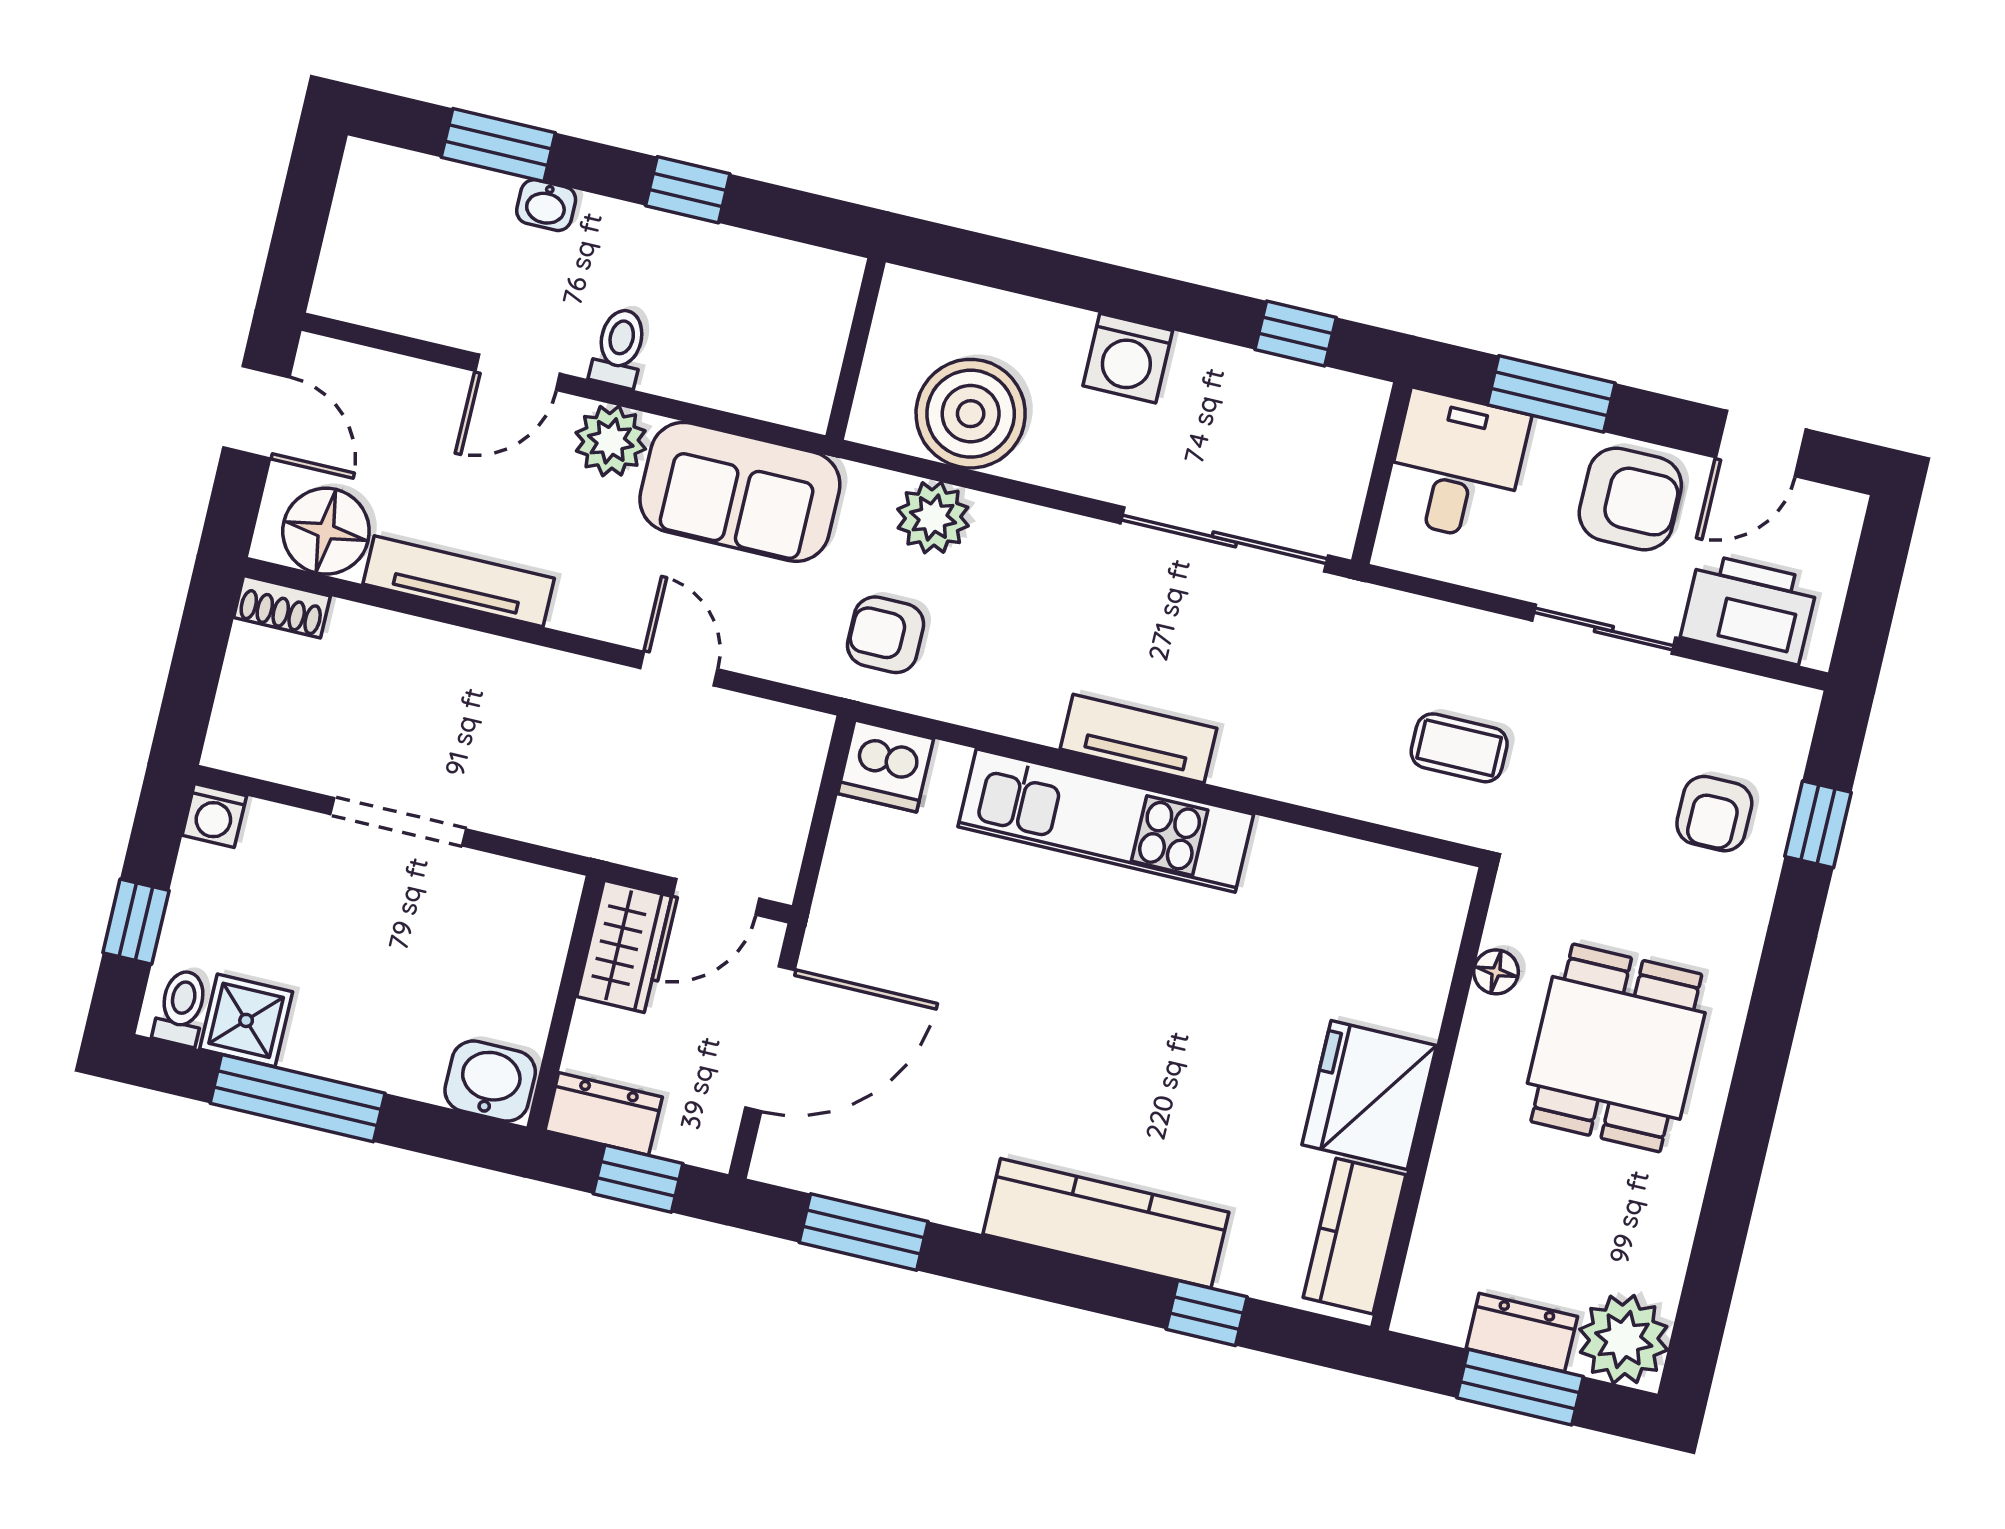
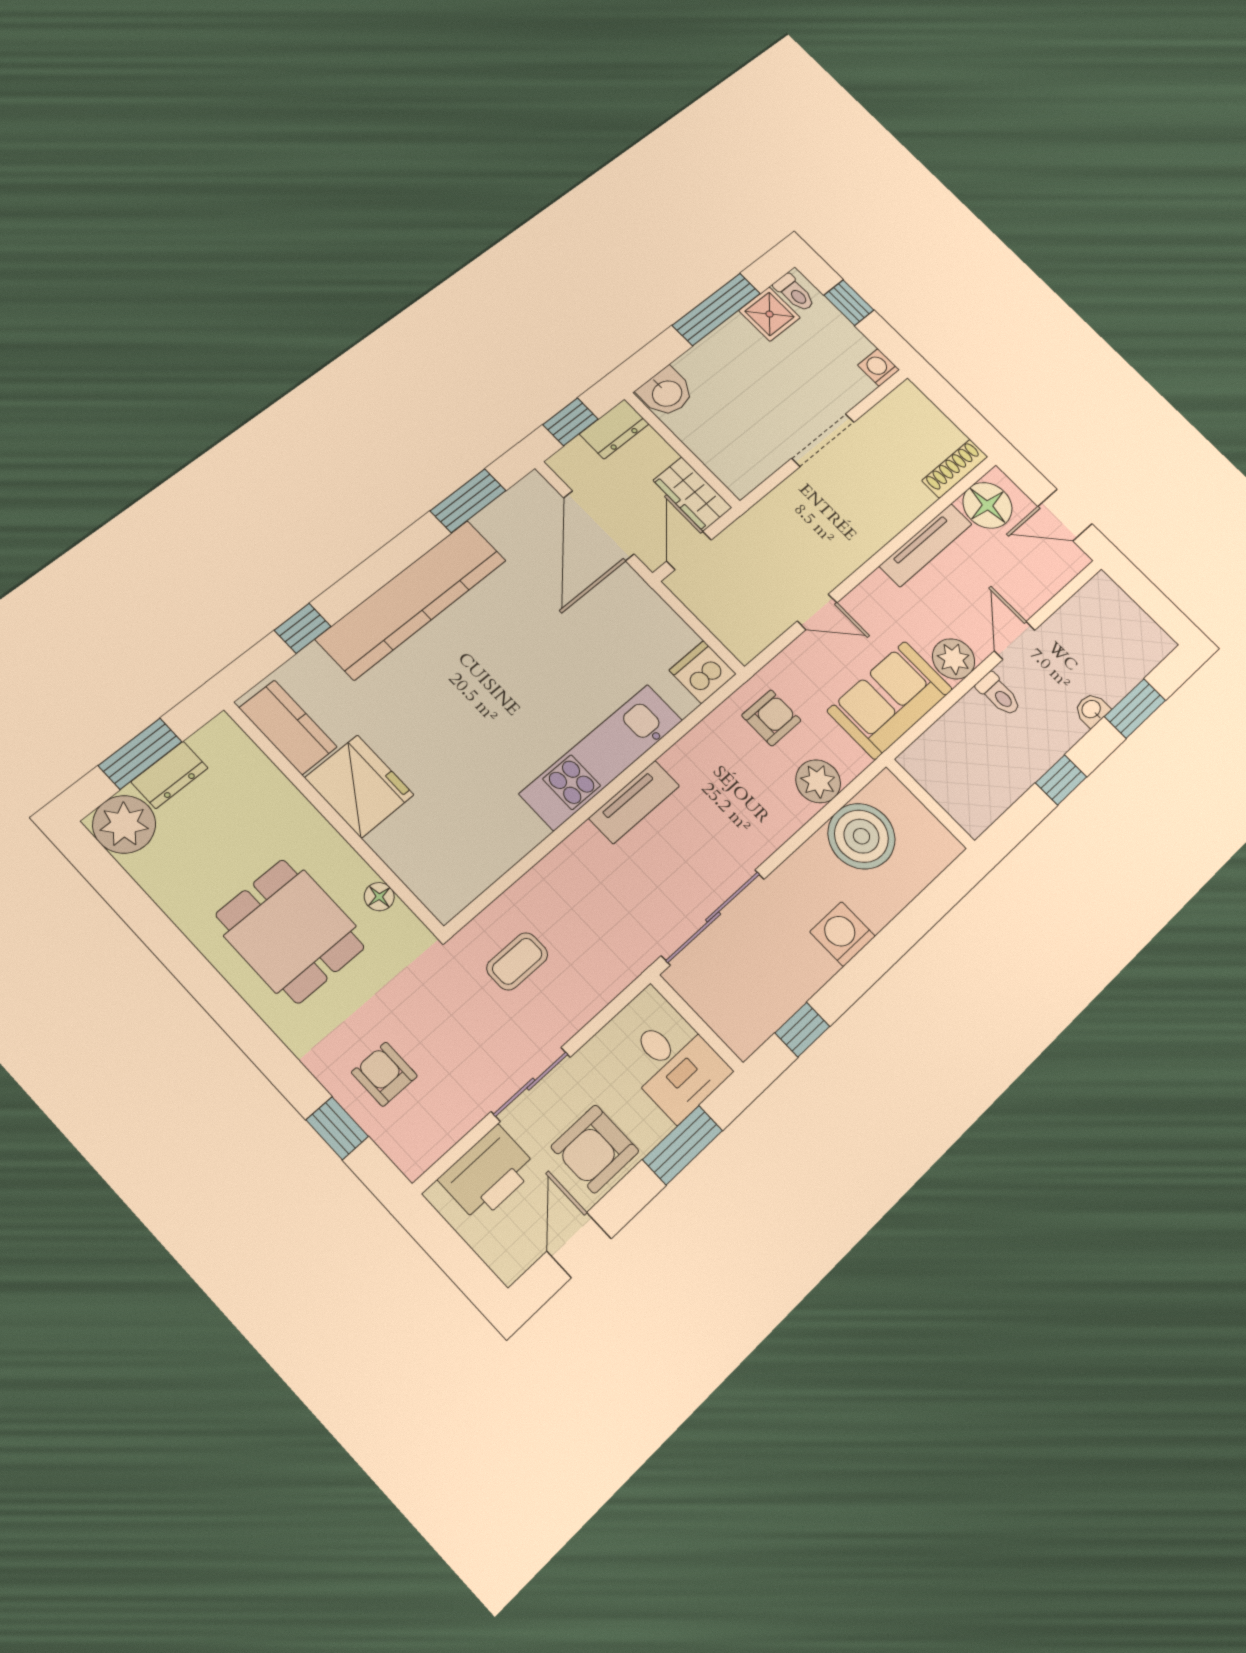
shoe rack: (282, 607) -> (955, 469), width x1.43
kitchen counter: (1106, 1223) -> (412, 599), width x1.39, depth x1.17

